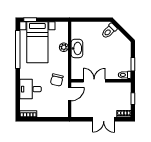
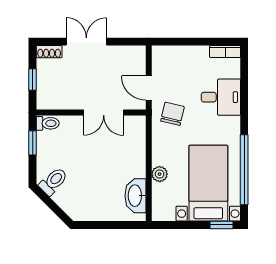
toilet: (109, 31) -> (53, 181), moved
washbasin: (77, 48) -> (135, 196), moved
door: (70, 94) -> (149, 88), hinge flipped

